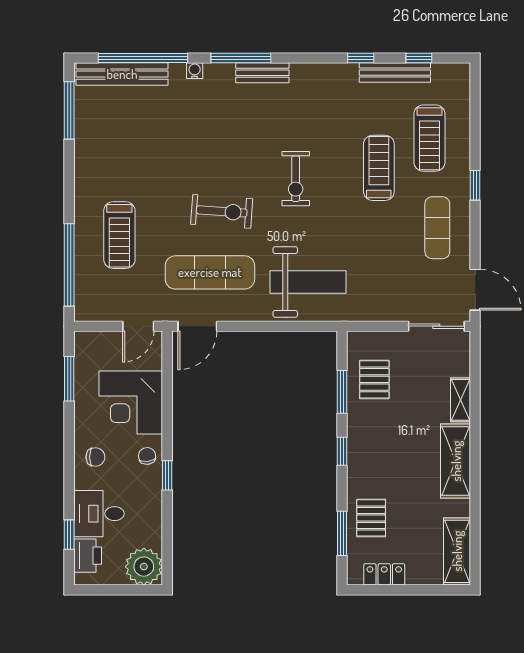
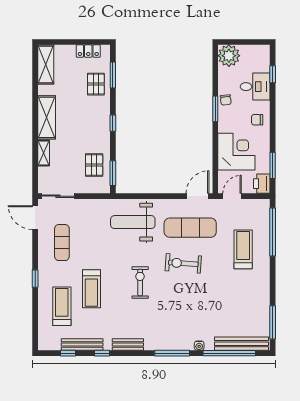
bench: (262, 73) -> (128, 344), moved
exercise mat: (437, 228) -> (62, 243), moved
window: (342, 392) -> (113, 173), moved
chair: (147, 456) -> (226, 100), moved
window: (167, 475) -> (215, 109), width x1.50
printer: (88, 556) -> (262, 184), moved

